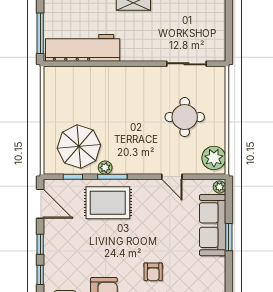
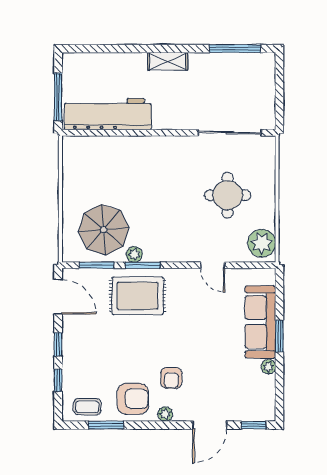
sliding door: (187, 64) -> (230, 133), width x1.37
window: (73, 177) -> (96, 265), width x1.50
plant: (219, 187) -> (268, 367), moved
armchair: (153, 272) -> (171, 378), moved

